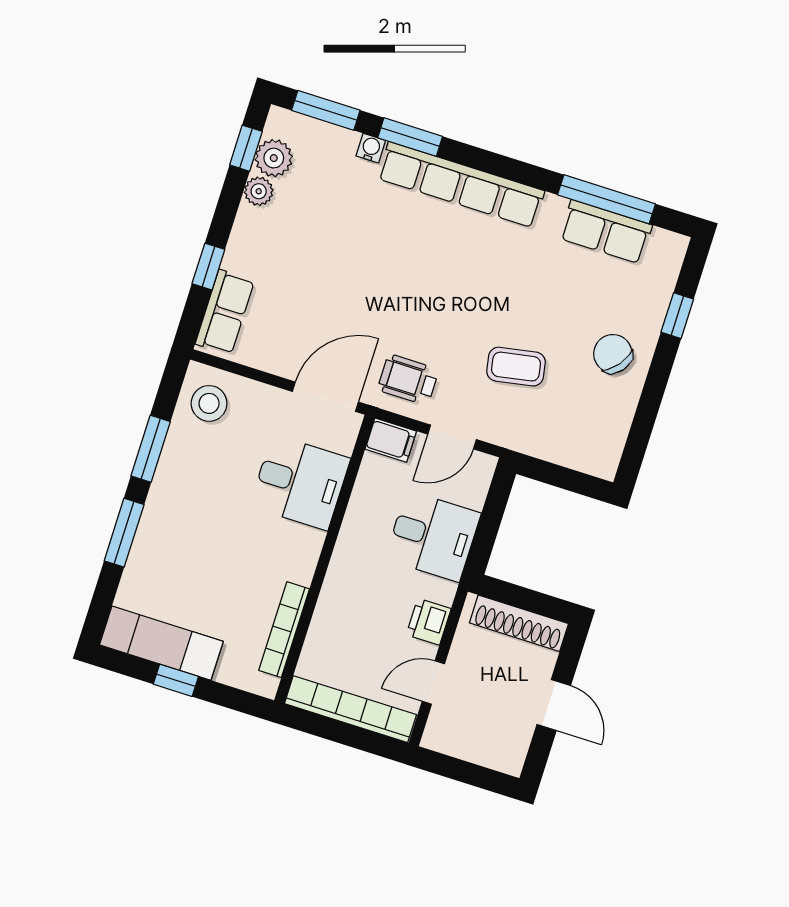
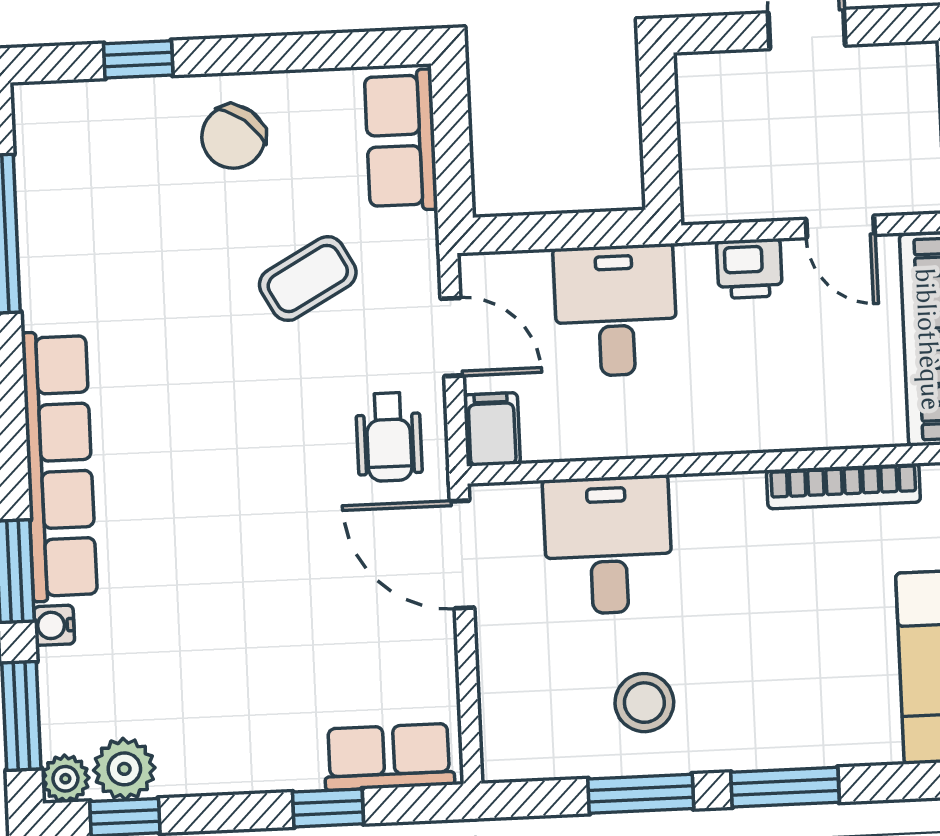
plant: (259, 191) -> (65, 779), moved
row of seats: (606, 232) -> (401, 140), moved, turned 180
coffee table: (516, 367) -> (308, 279), turned 71
stool: (209, 403) -> (644, 703), moved
shoe rack: (519, 623) -> (701, 129), removed

